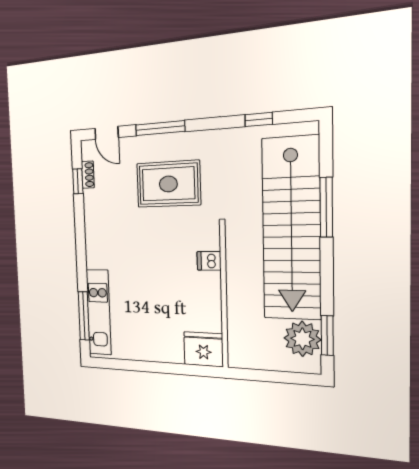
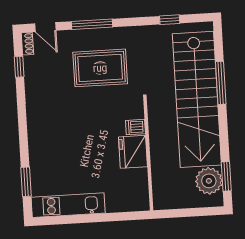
shoe rack: (88, 175) -> (27, 44), moved
kitchen unit: (99, 312) -> (68, 205), moved, turned -90
window: (84, 316) -> (26, 182), width x0.69
fridge: (203, 349) -> (133, 152), moved, turned -90

